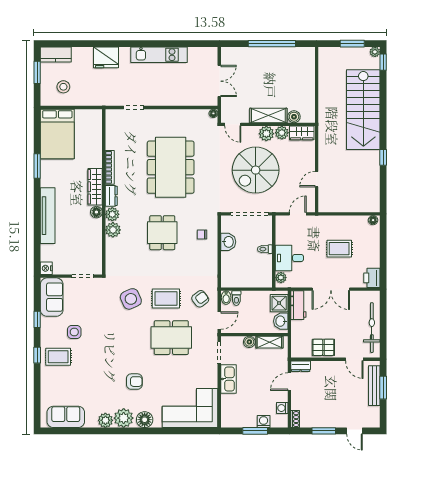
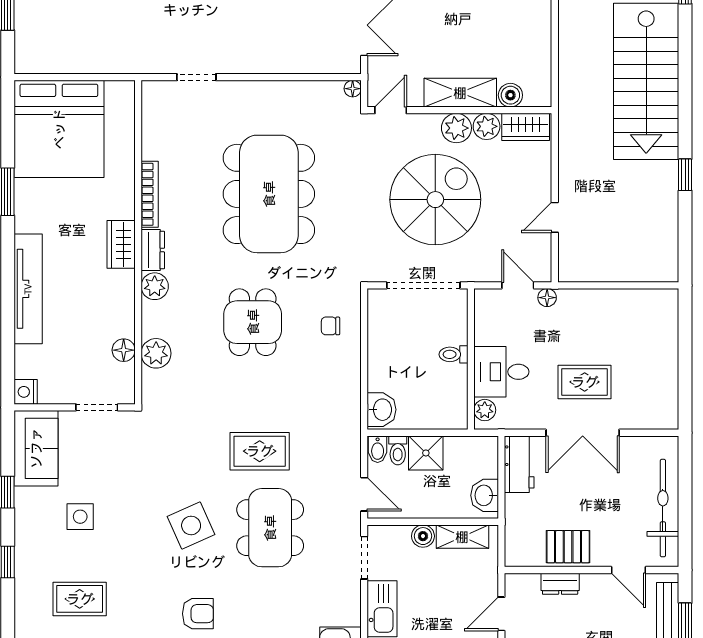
stool: (63, 87) -> (59, 37), removed
door: (233, 124) -> (391, 110), swing flipped
bed: (57, 134) -> (59, 129), width x1.36
spiral stairs: (256, 170) -> (435, 200), turned 180
wardrobe: (95, 187) -> (121, 244), width x0.67
floor lamp: (96, 212) -> (124, 350), moved
door: (298, 214) -> (518, 285), hinge flipped
floor lamp: (373, 220) -> (547, 298), moved
plant: (113, 230) -> (156, 353), moved
washbasin: (228, 242) -> (382, 410), moved
rug: (339, 249) -> (585, 382), moved
printer: (372, 278) -> (663, 411), removed
side table: (131, 299) -> (191, 525), moved
armchair: (200, 299) -> (327, 452), removed
shower: (279, 303) -> (426, 453), moved
door: (219, 321) -> (364, 494), hinge flipped
dining table: (171, 338) -> (270, 528), turned 90
rug: (58, 357) -> (80, 599), moved
dresser: (301, 366) -> (560, 584), moved

